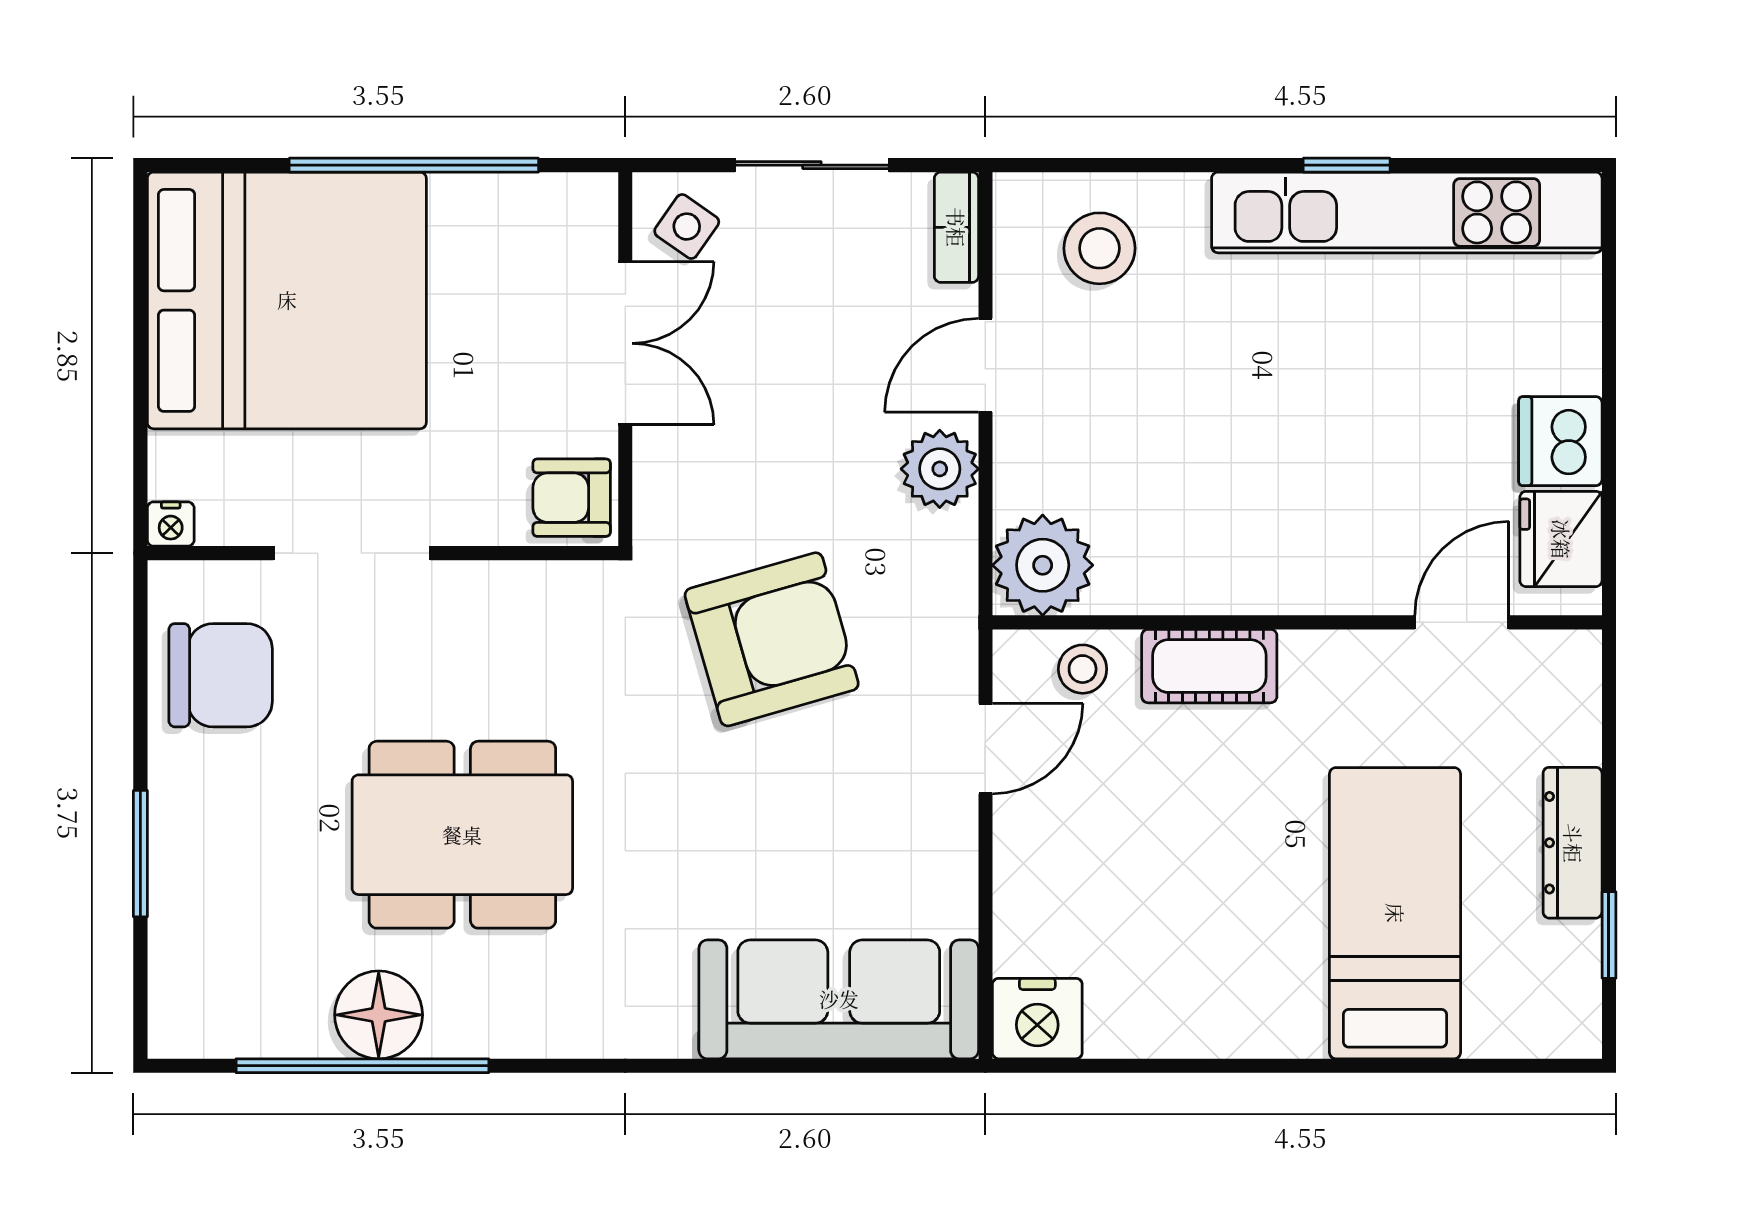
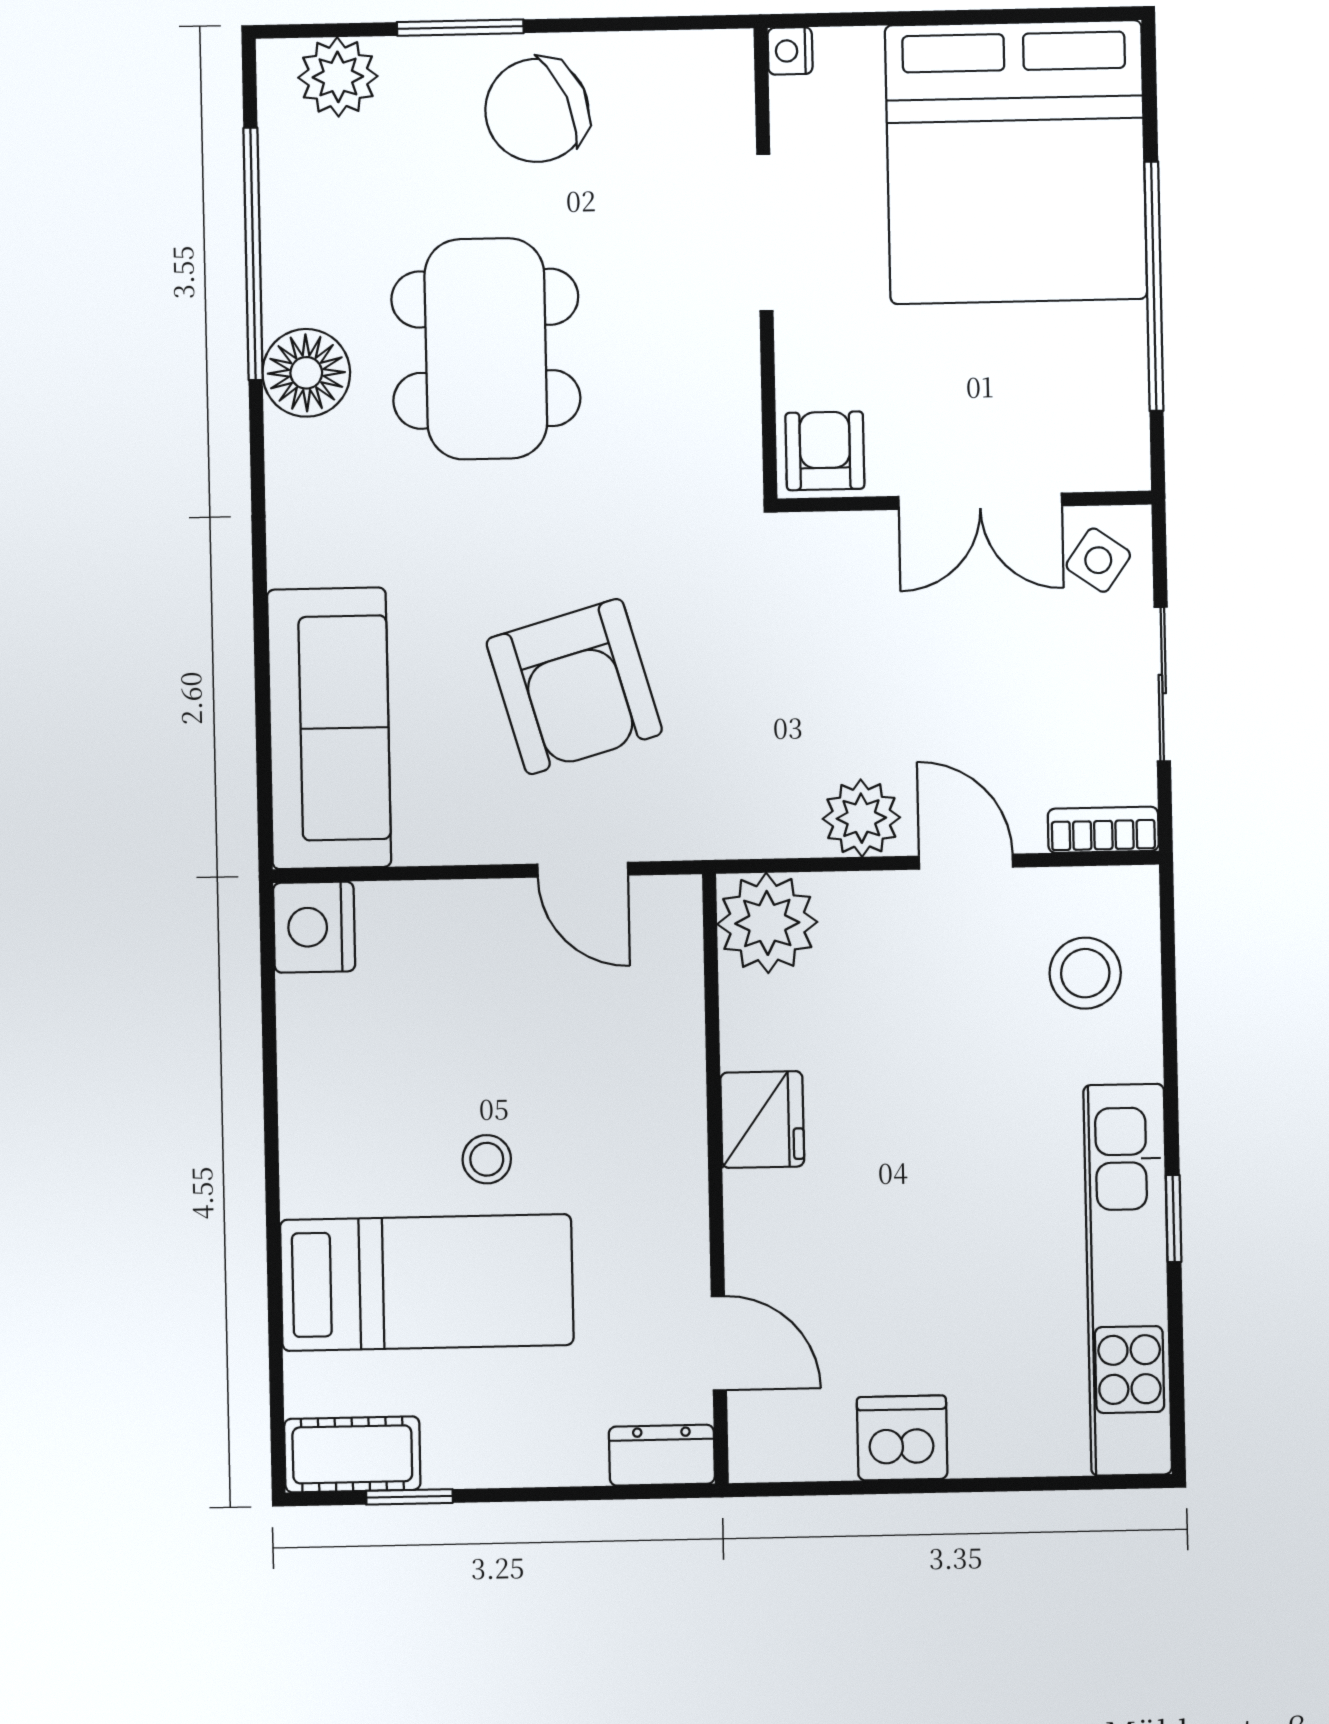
fridge: (1561, 539) -> (762, 1120), moved, turned 90
armchair: (772, 639) -> (574, 687), moved
cot: (1209, 666) -> (352, 1454), moved, turned 90
stool: (1083, 669) -> (487, 1159), moved
chair: (221, 675) -> (537, 110), moved, turned 67
dresser: (1573, 843) -> (662, 1455), moved, width x0.70
plant: (187, 977) -> (338, 77), added
floor lamp: (379, 1015) -> (306, 373), moved

